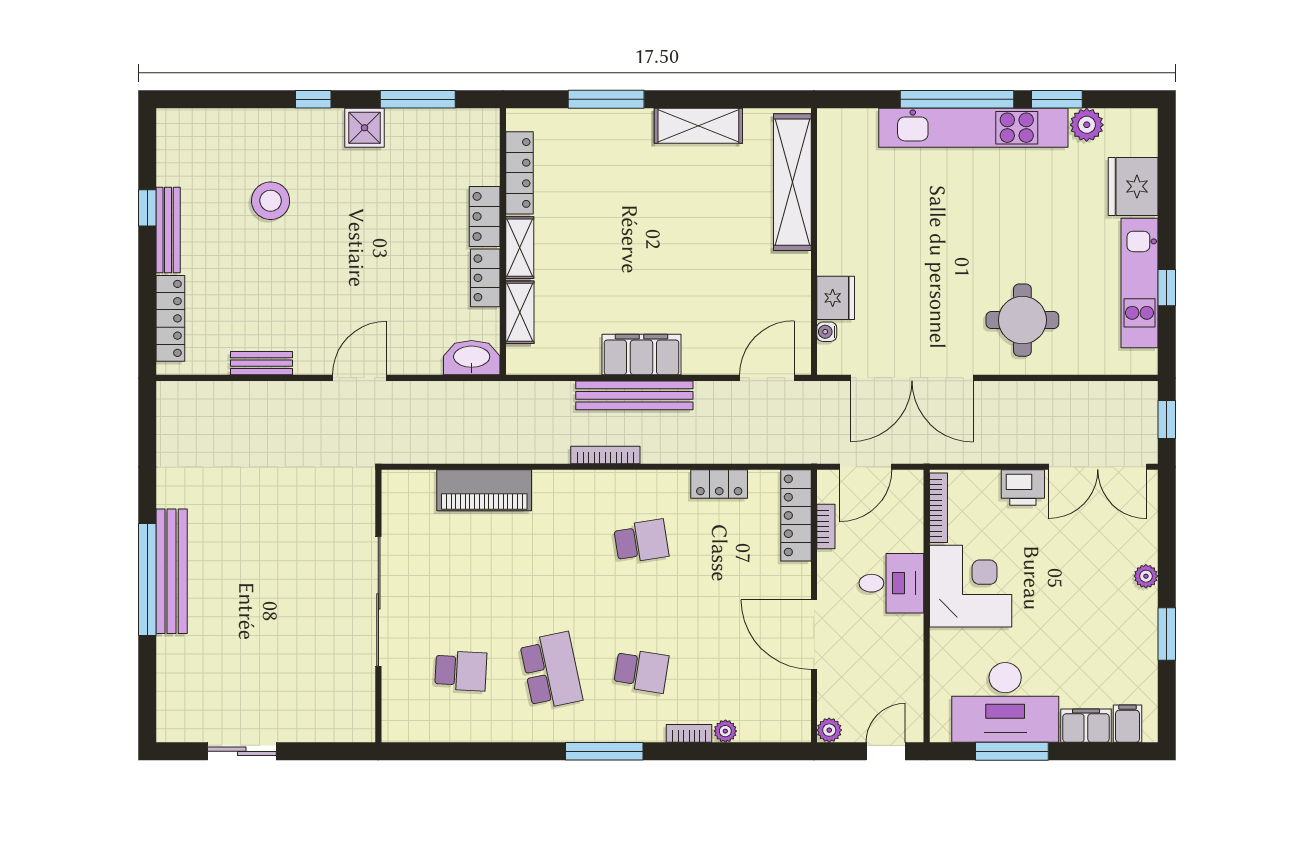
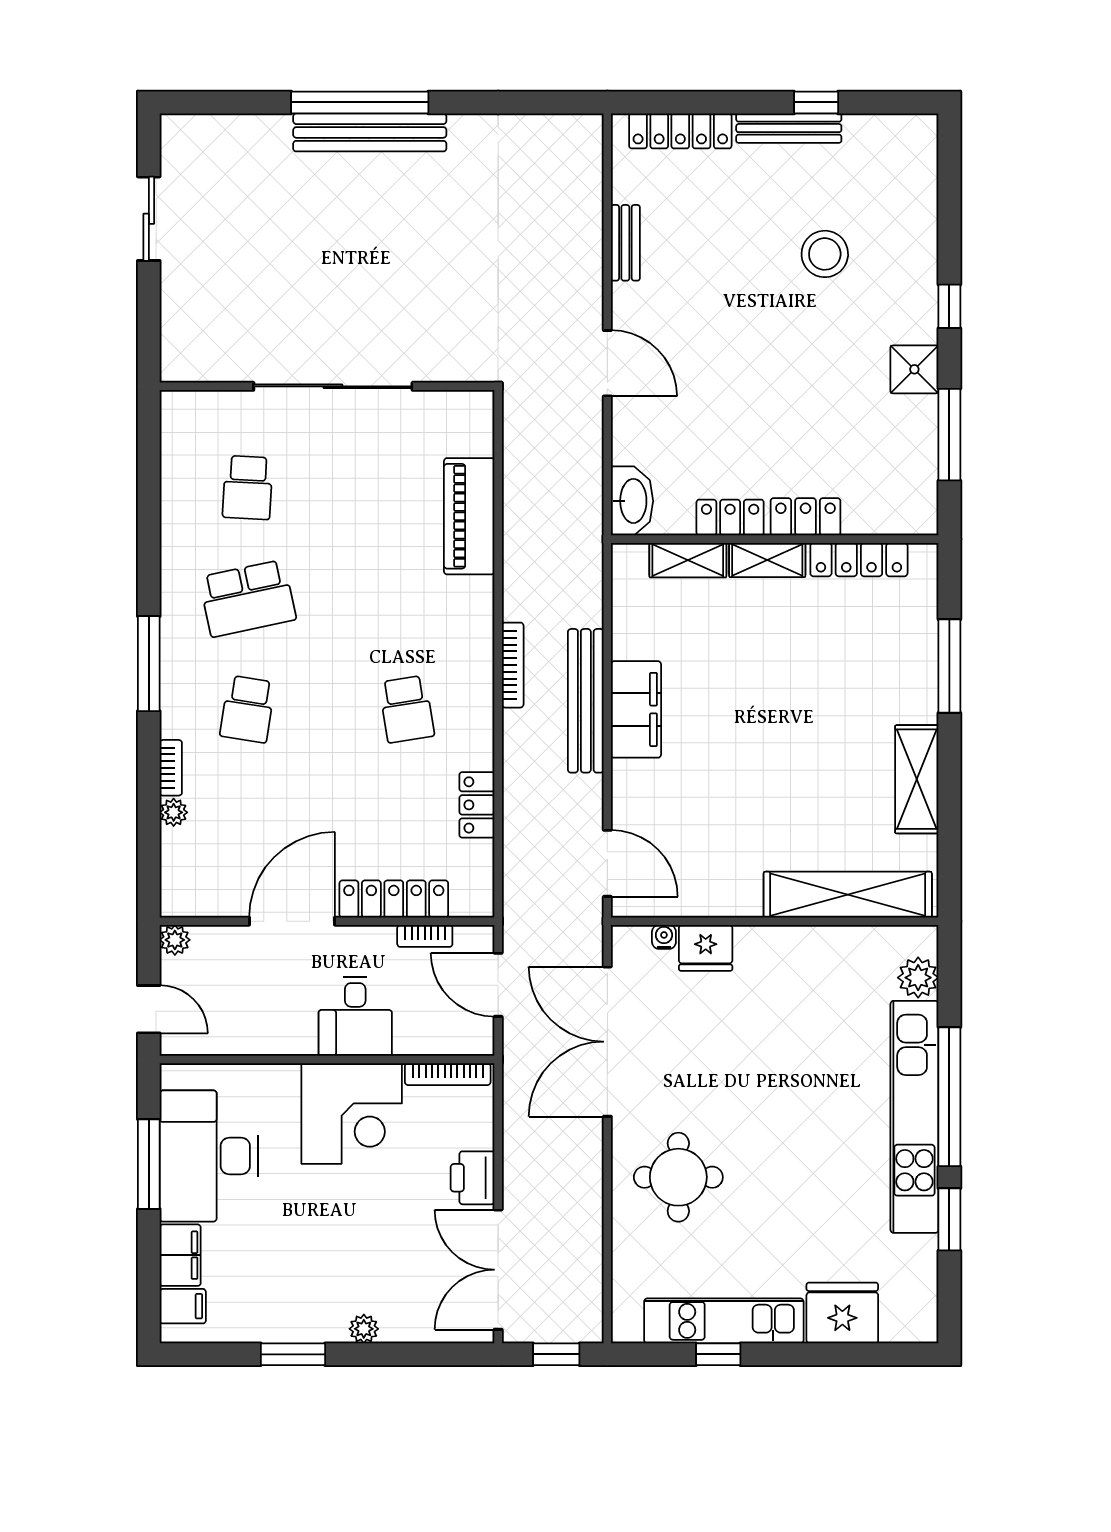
plant: (1087, 125) -> (918, 978), moved
locker: (796, 515) -> (394, 899), moved

